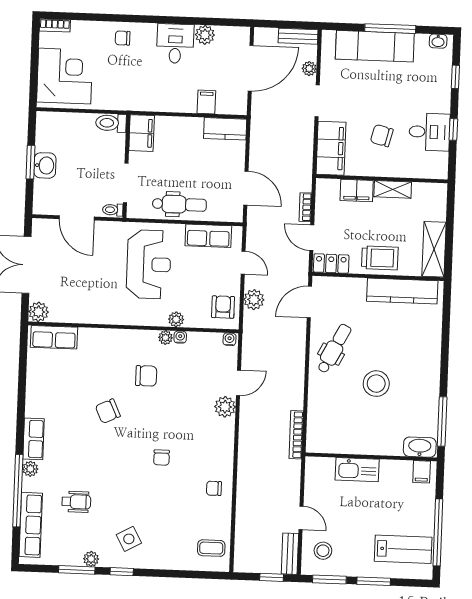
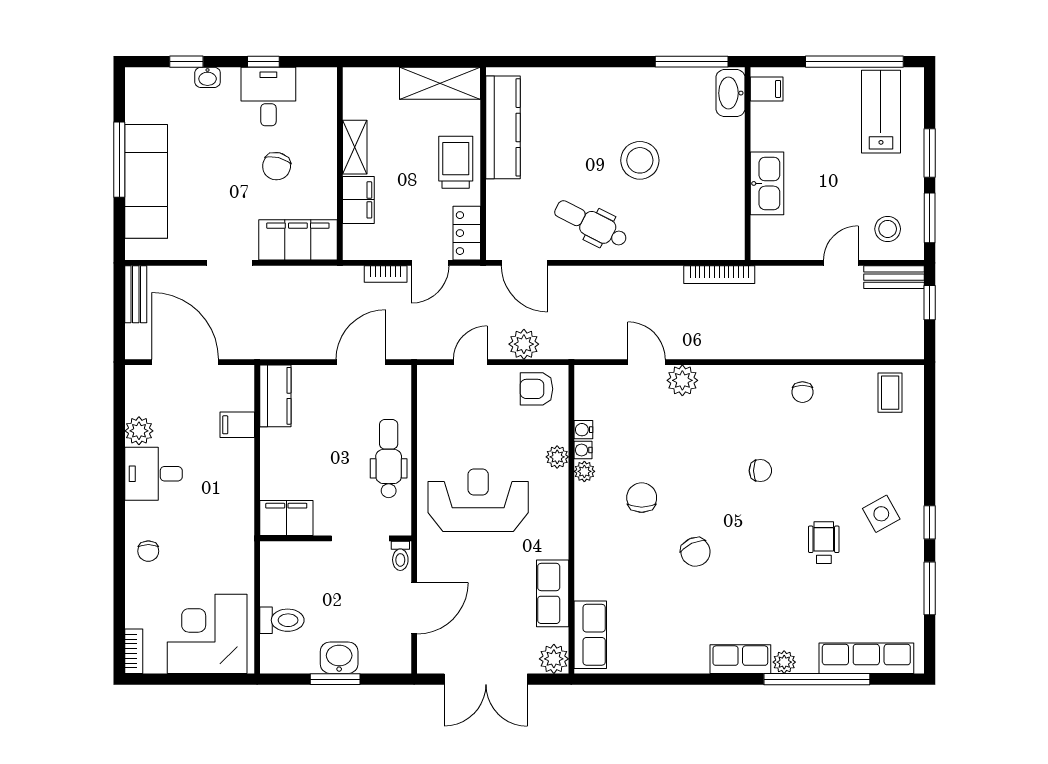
washbasin: (438, 41) -> (208, 77), moved, turned 90
plant: (309, 69) -> (182, 276), removed
toilet: (111, 123) -> (282, 620), moved, turned -90
row of seats: (208, 236) -> (553, 593), moved, turned 180
water cooler: (229, 339) -> (583, 430), moved
wheelchair: (76, 502) -> (824, 543), moved
plant: (91, 559) -> (913, 568), removed

